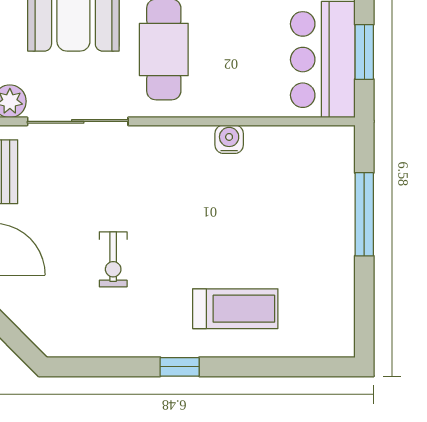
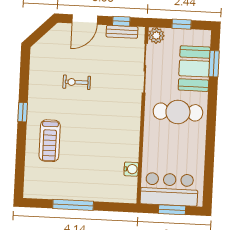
water cooler: (229, 139) -> (131, 169), moved
window: (364, 214) -> (73, 205), moved

